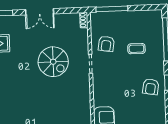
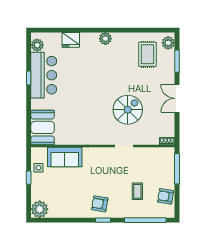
armchair: (106, 44) -> (165, 196), moved
spiral stairs: (53, 62) -> (128, 110), turned 180

